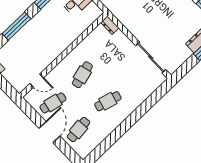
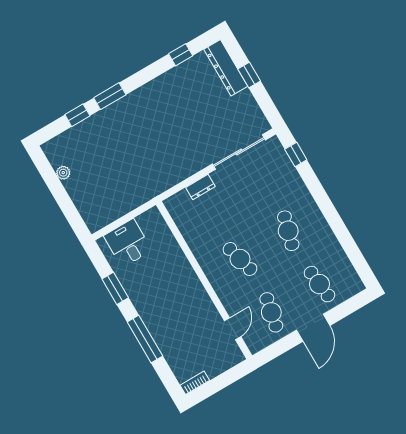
dresser: (110, 25) -> (200, 187), moved
window: (158, 94) -> (296, 155), added
door: (50, 132) -> (313, 328), swing flipped

